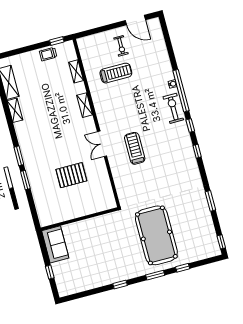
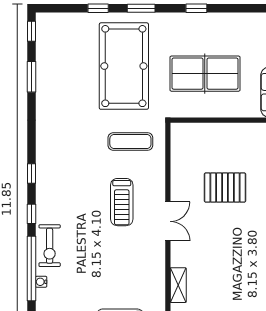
exercise mat: (139, 188) -> (130, 141), added
window: (210, 201) -> (31, 77), moved
table tennis table: (103, 244) -> (205, 74), added

